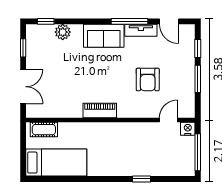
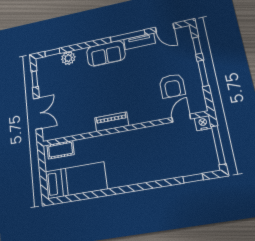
armchair: (148, 79) -> (172, 86), moved
window: (141, 179) -> (193, 178), moved

